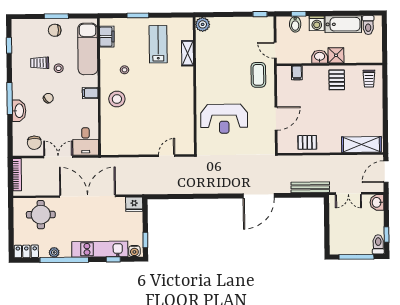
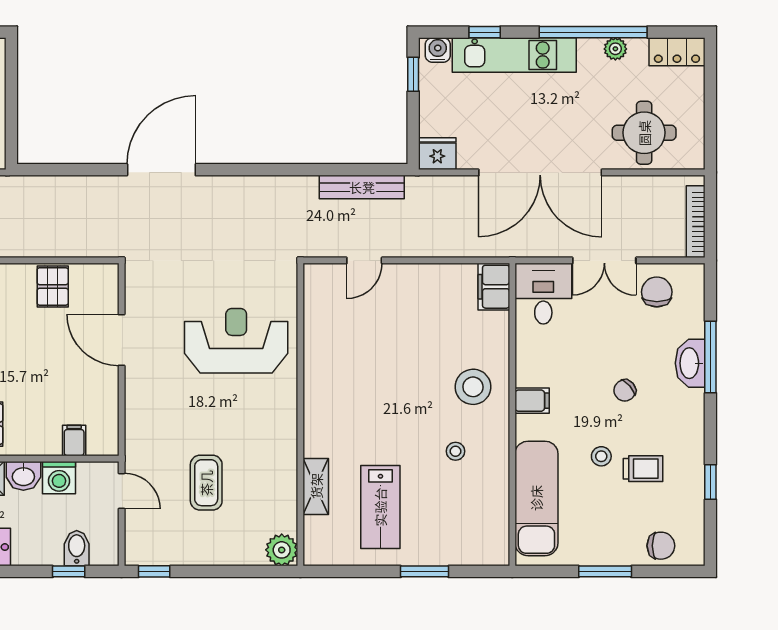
washing machine: (317, 23) -> (59, 478), moved, turned 180
chair: (55, 30) -> (661, 546), moved
filing cabinet: (107, 37) -> (494, 287), moved
window: (9, 45) -> (710, 482), moved
coffee table: (258, 75) -> (206, 483), moved
window: (10, 98) -> (710, 357), moved
door: (276, 118) -> (122, 340), hinge flipped
pallet: (307, 142) -> (53, 286), turned 90
bench: (310, 187) -> (362, 187), moved

